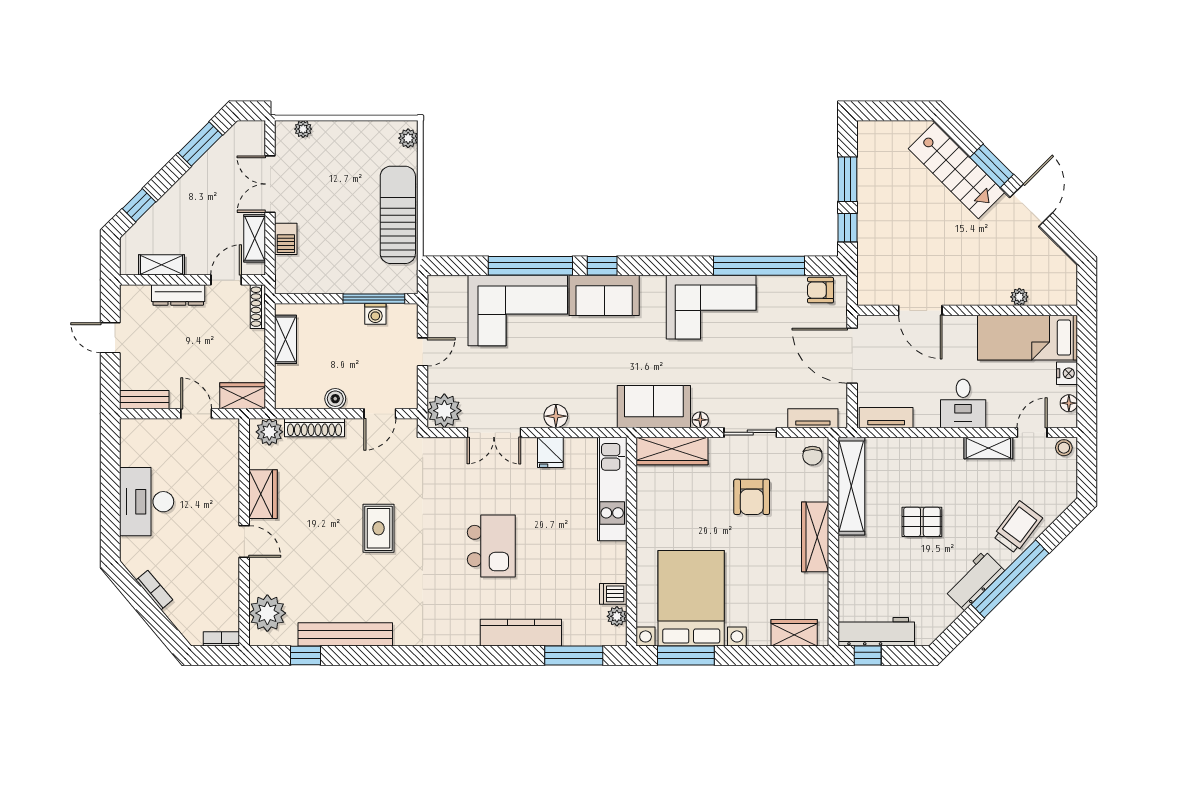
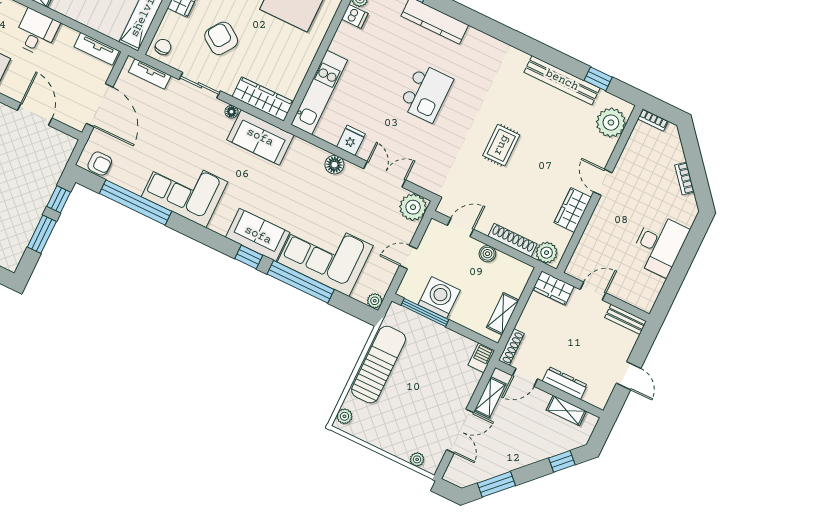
sun lounger: (398, 215) -> (379, 365), turned 180
barbecue: (286, 239) -> (481, 358), moved
plant: (437, 285) -> (375, 301), added
washing machine: (375, 314) -> (439, 297), width x1.89, depth x1.89
door: (196, 414) -> (593, 291), swing flipped
armchair: (752, 497) -> (221, 38), turned -55
kitchen island: (491, 546) -> (426, 93), turned 180

